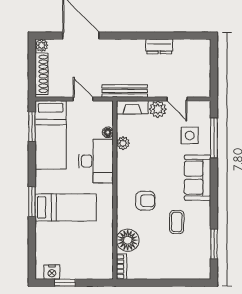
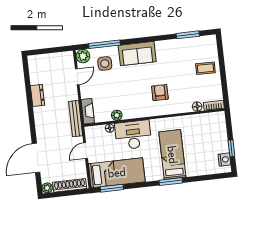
plant: (158, 109) -> (83, 56), moved
coffee table: (177, 222) -> (205, 68), moved
floor lamp: (128, 240) -> (197, 107), width x0.53, depth x0.53

